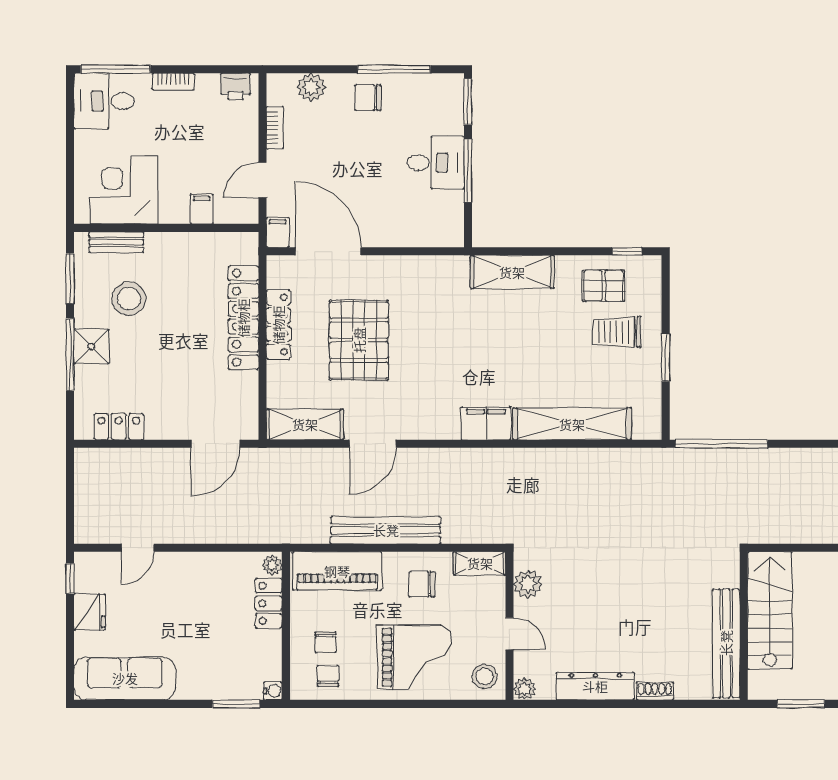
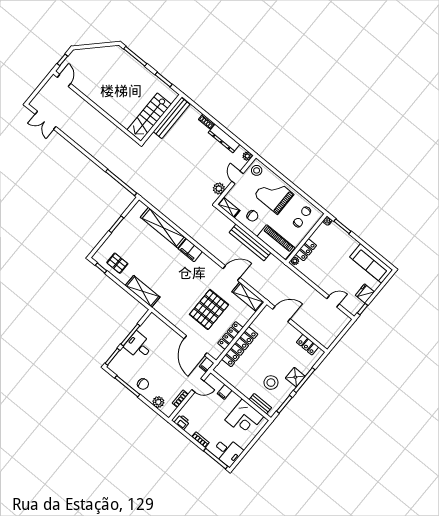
trolley: (617, 332) -> (125, 245), removed

